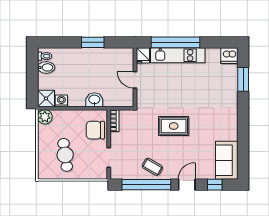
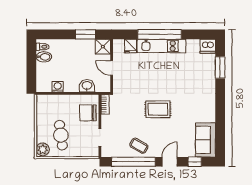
wall: (135, 77) -> (112, 66), moved
door: (135, 80) -> (112, 68), moved
shower: (46, 98) -> (103, 47), moved
plant: (45, 117) -> (43, 149), moved

